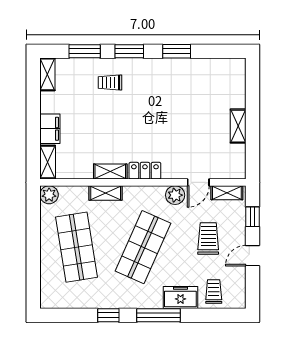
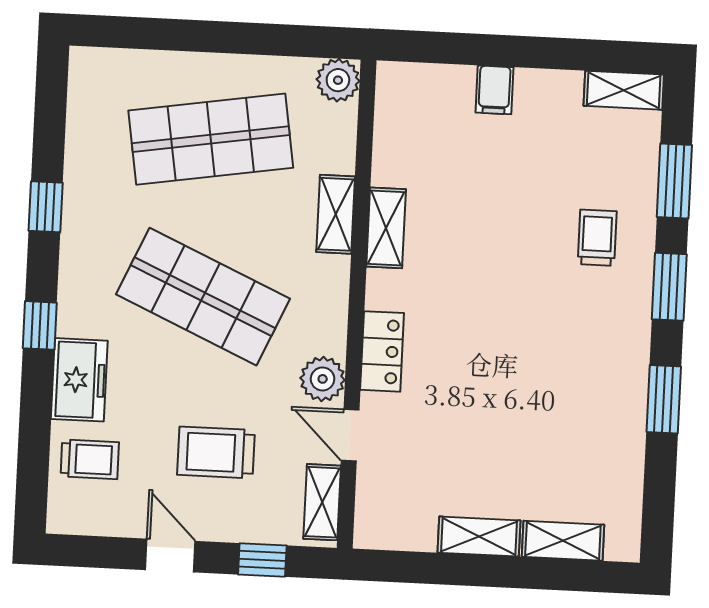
filing cabinet: (50, 129) -> (494, 90), width x0.50
shelving: (48, 162) -> (563, 541), moved
locker: (145, 171) -> (382, 351), moved
trolley: (208, 238) -> (216, 452), turned 180
window: (158, 315) -> (40, 325), width x0.46

